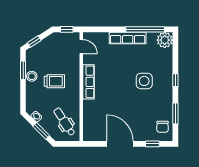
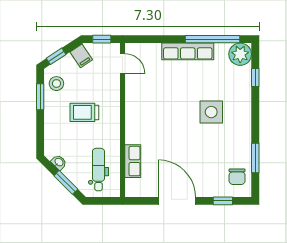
filing cabinet: (52, 41) -> (81, 56), added
stool: (32, 76) -> (56, 84), moved
window: (175, 80) -> (255, 78), moved
trolley: (54, 81) -> (84, 112), turned 180
row of seats: (89, 82) -> (133, 161), moved, width x0.68
dental chair: (64, 122) -> (98, 170), turned 33

